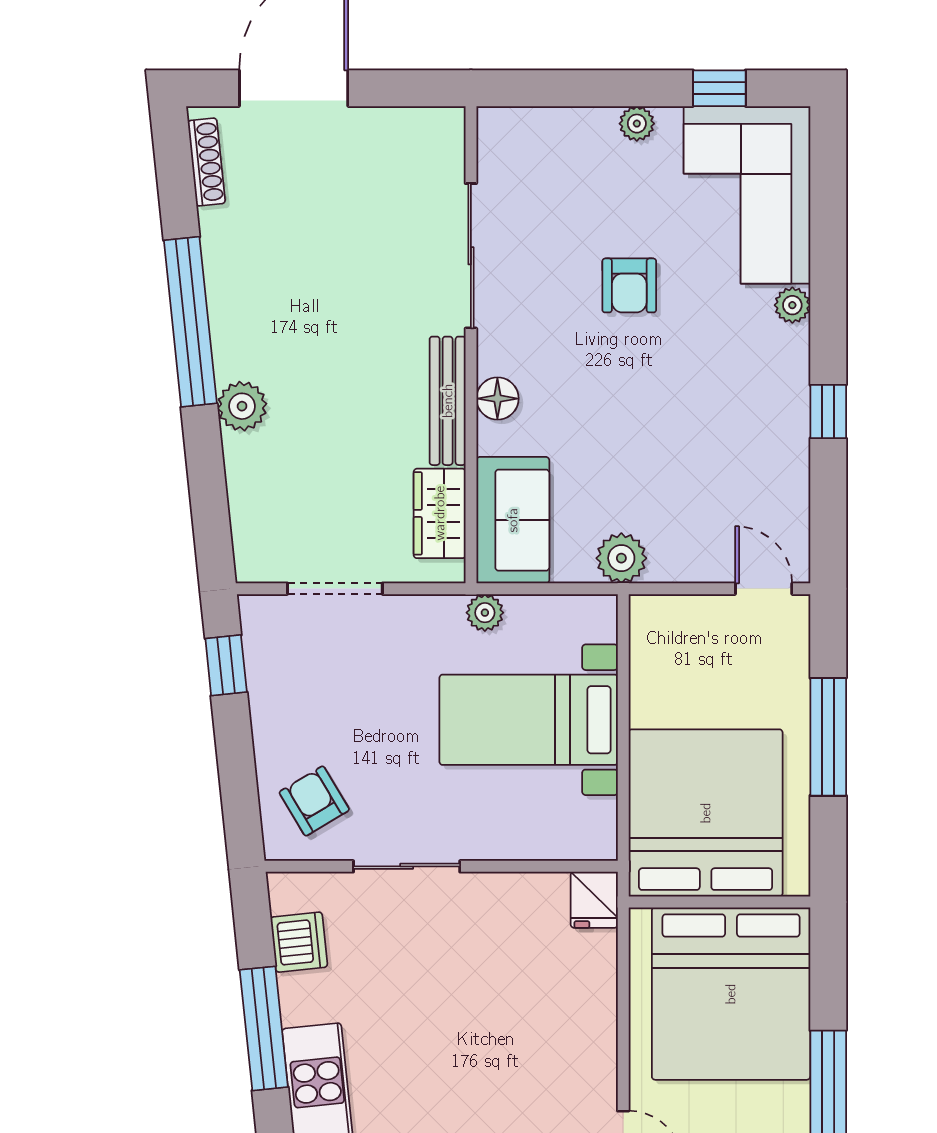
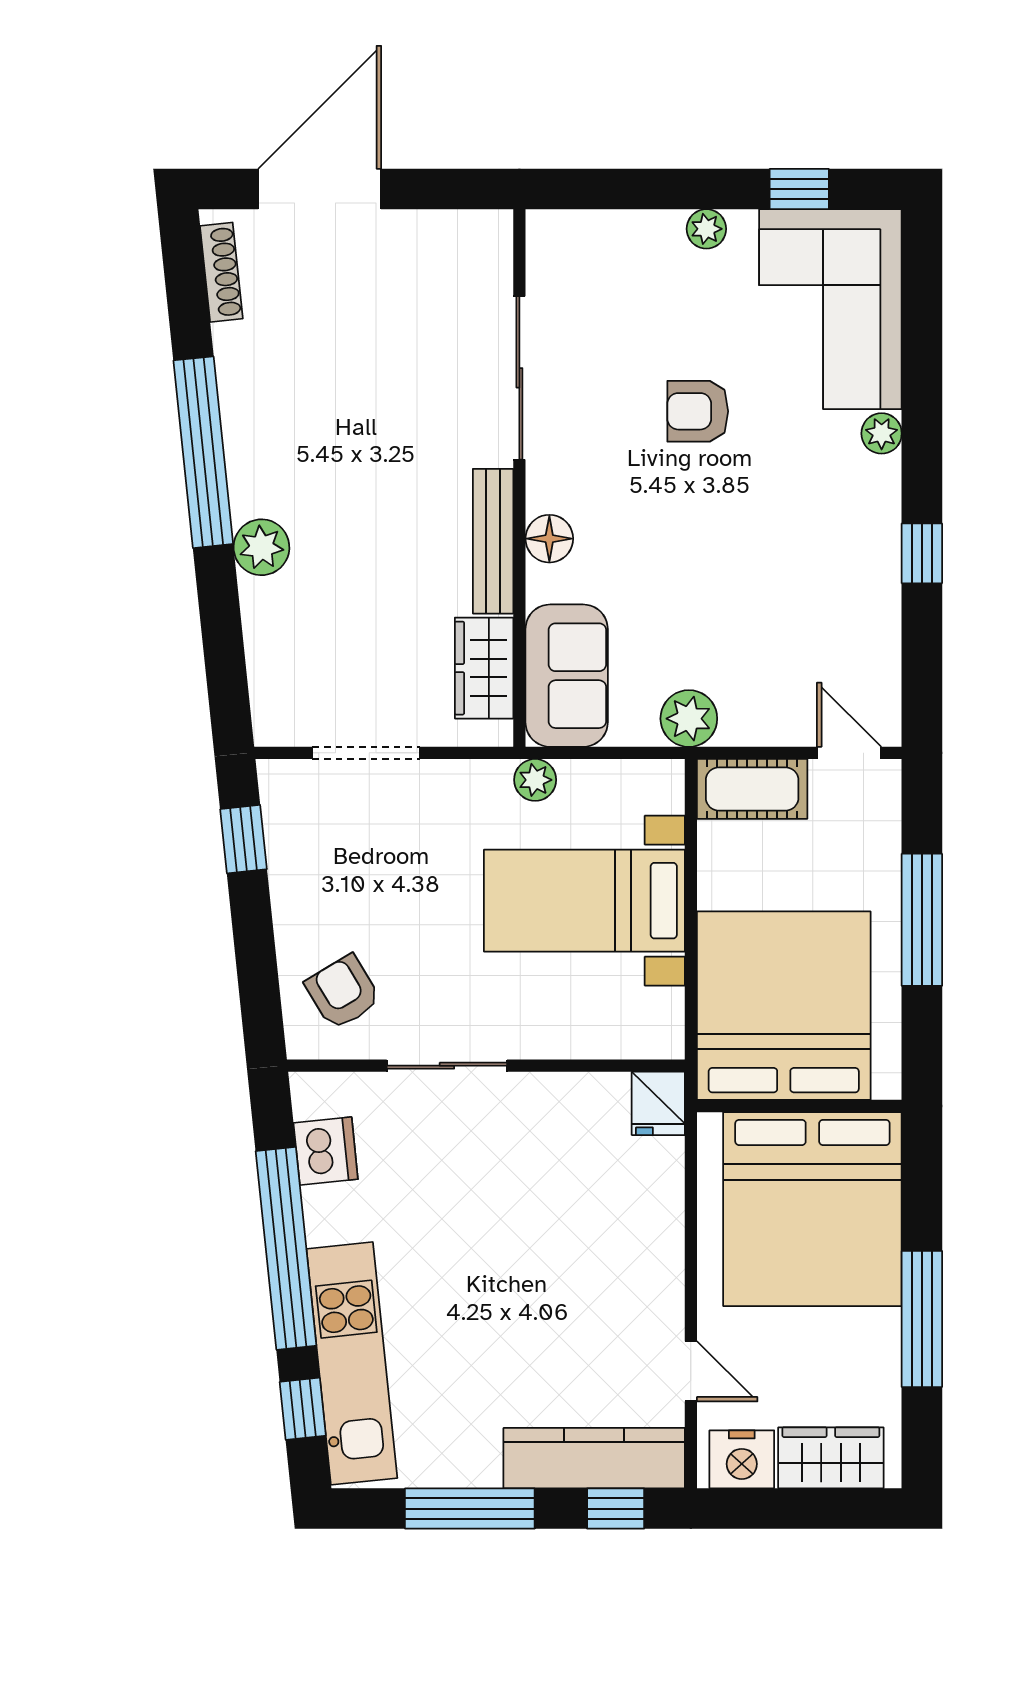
armchair: (629, 285) -> (698, 411), turned 90
cot: (677, 621) -> (752, 789), added
window: (264, 1028) -> (286, 1248), width x1.46

